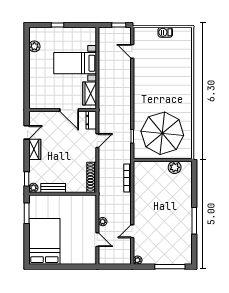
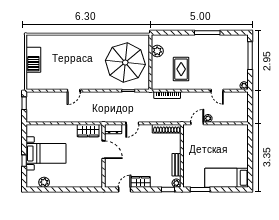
barbecue: (165, 32) -> (33, 60), width x1.88, depth x1.53
door: (132, 51) -> (74, 91), moved
bed with nightstands: (75, 63) -> (46, 153), moved, turned -90
door: (69, 110) -> (104, 150), hinge flipped
door: (27, 132) -> (125, 189), hinge flipped
door: (97, 141) -> (132, 123), swing flipped
rug: (155, 193) -> (181, 69), added
door: (97, 240) -> (197, 123), moved
bed: (44, 241) -> (227, 178), width x0.67

